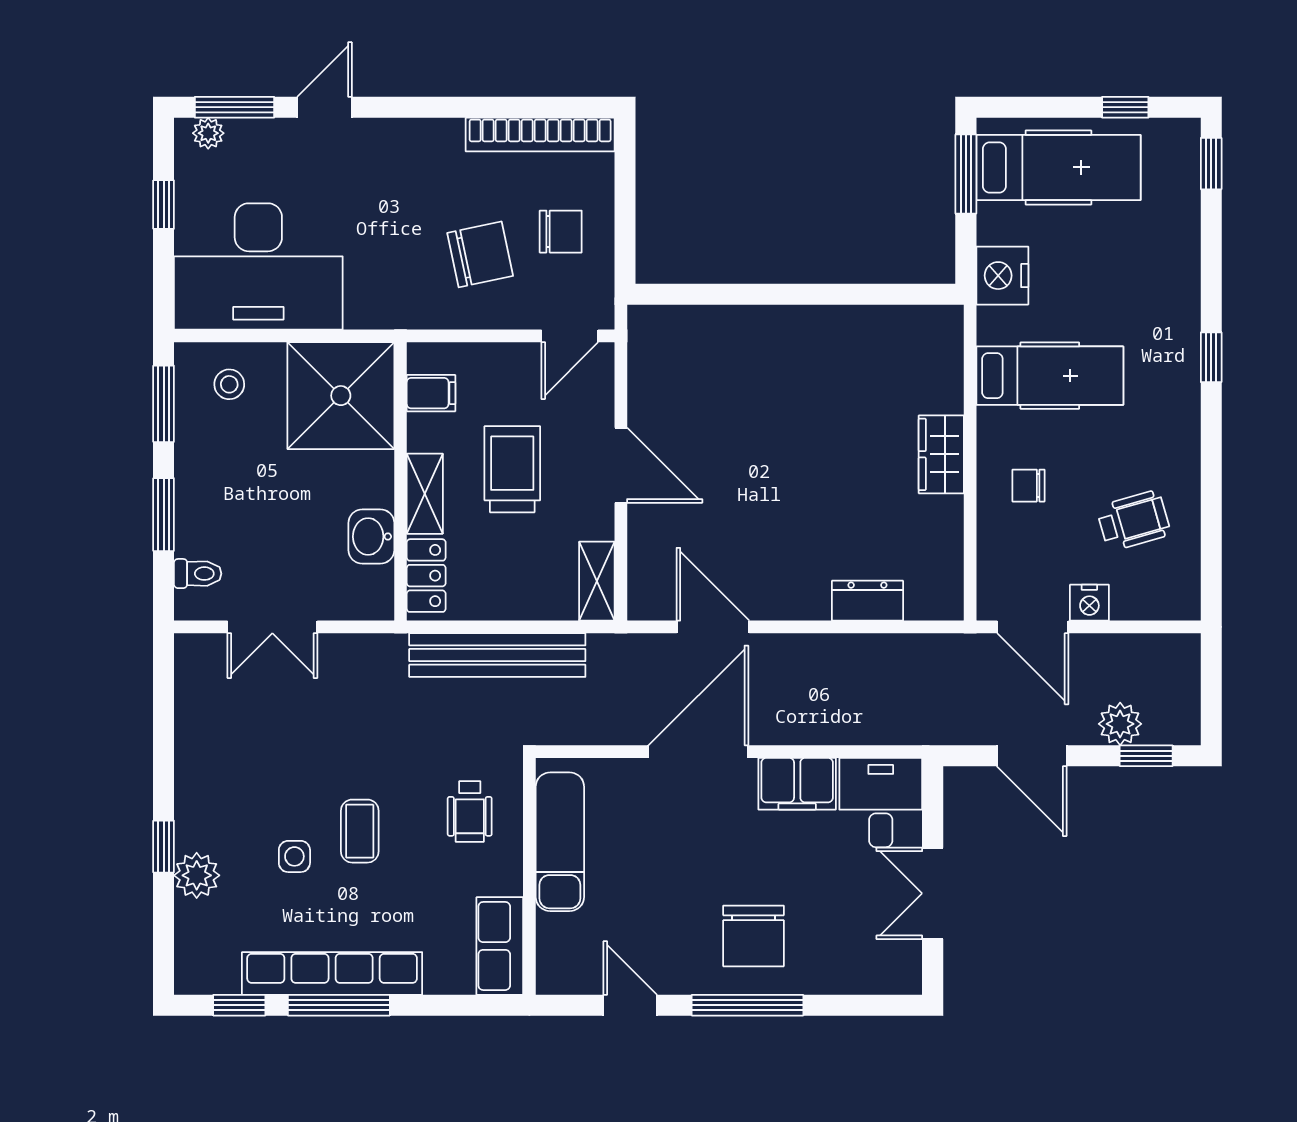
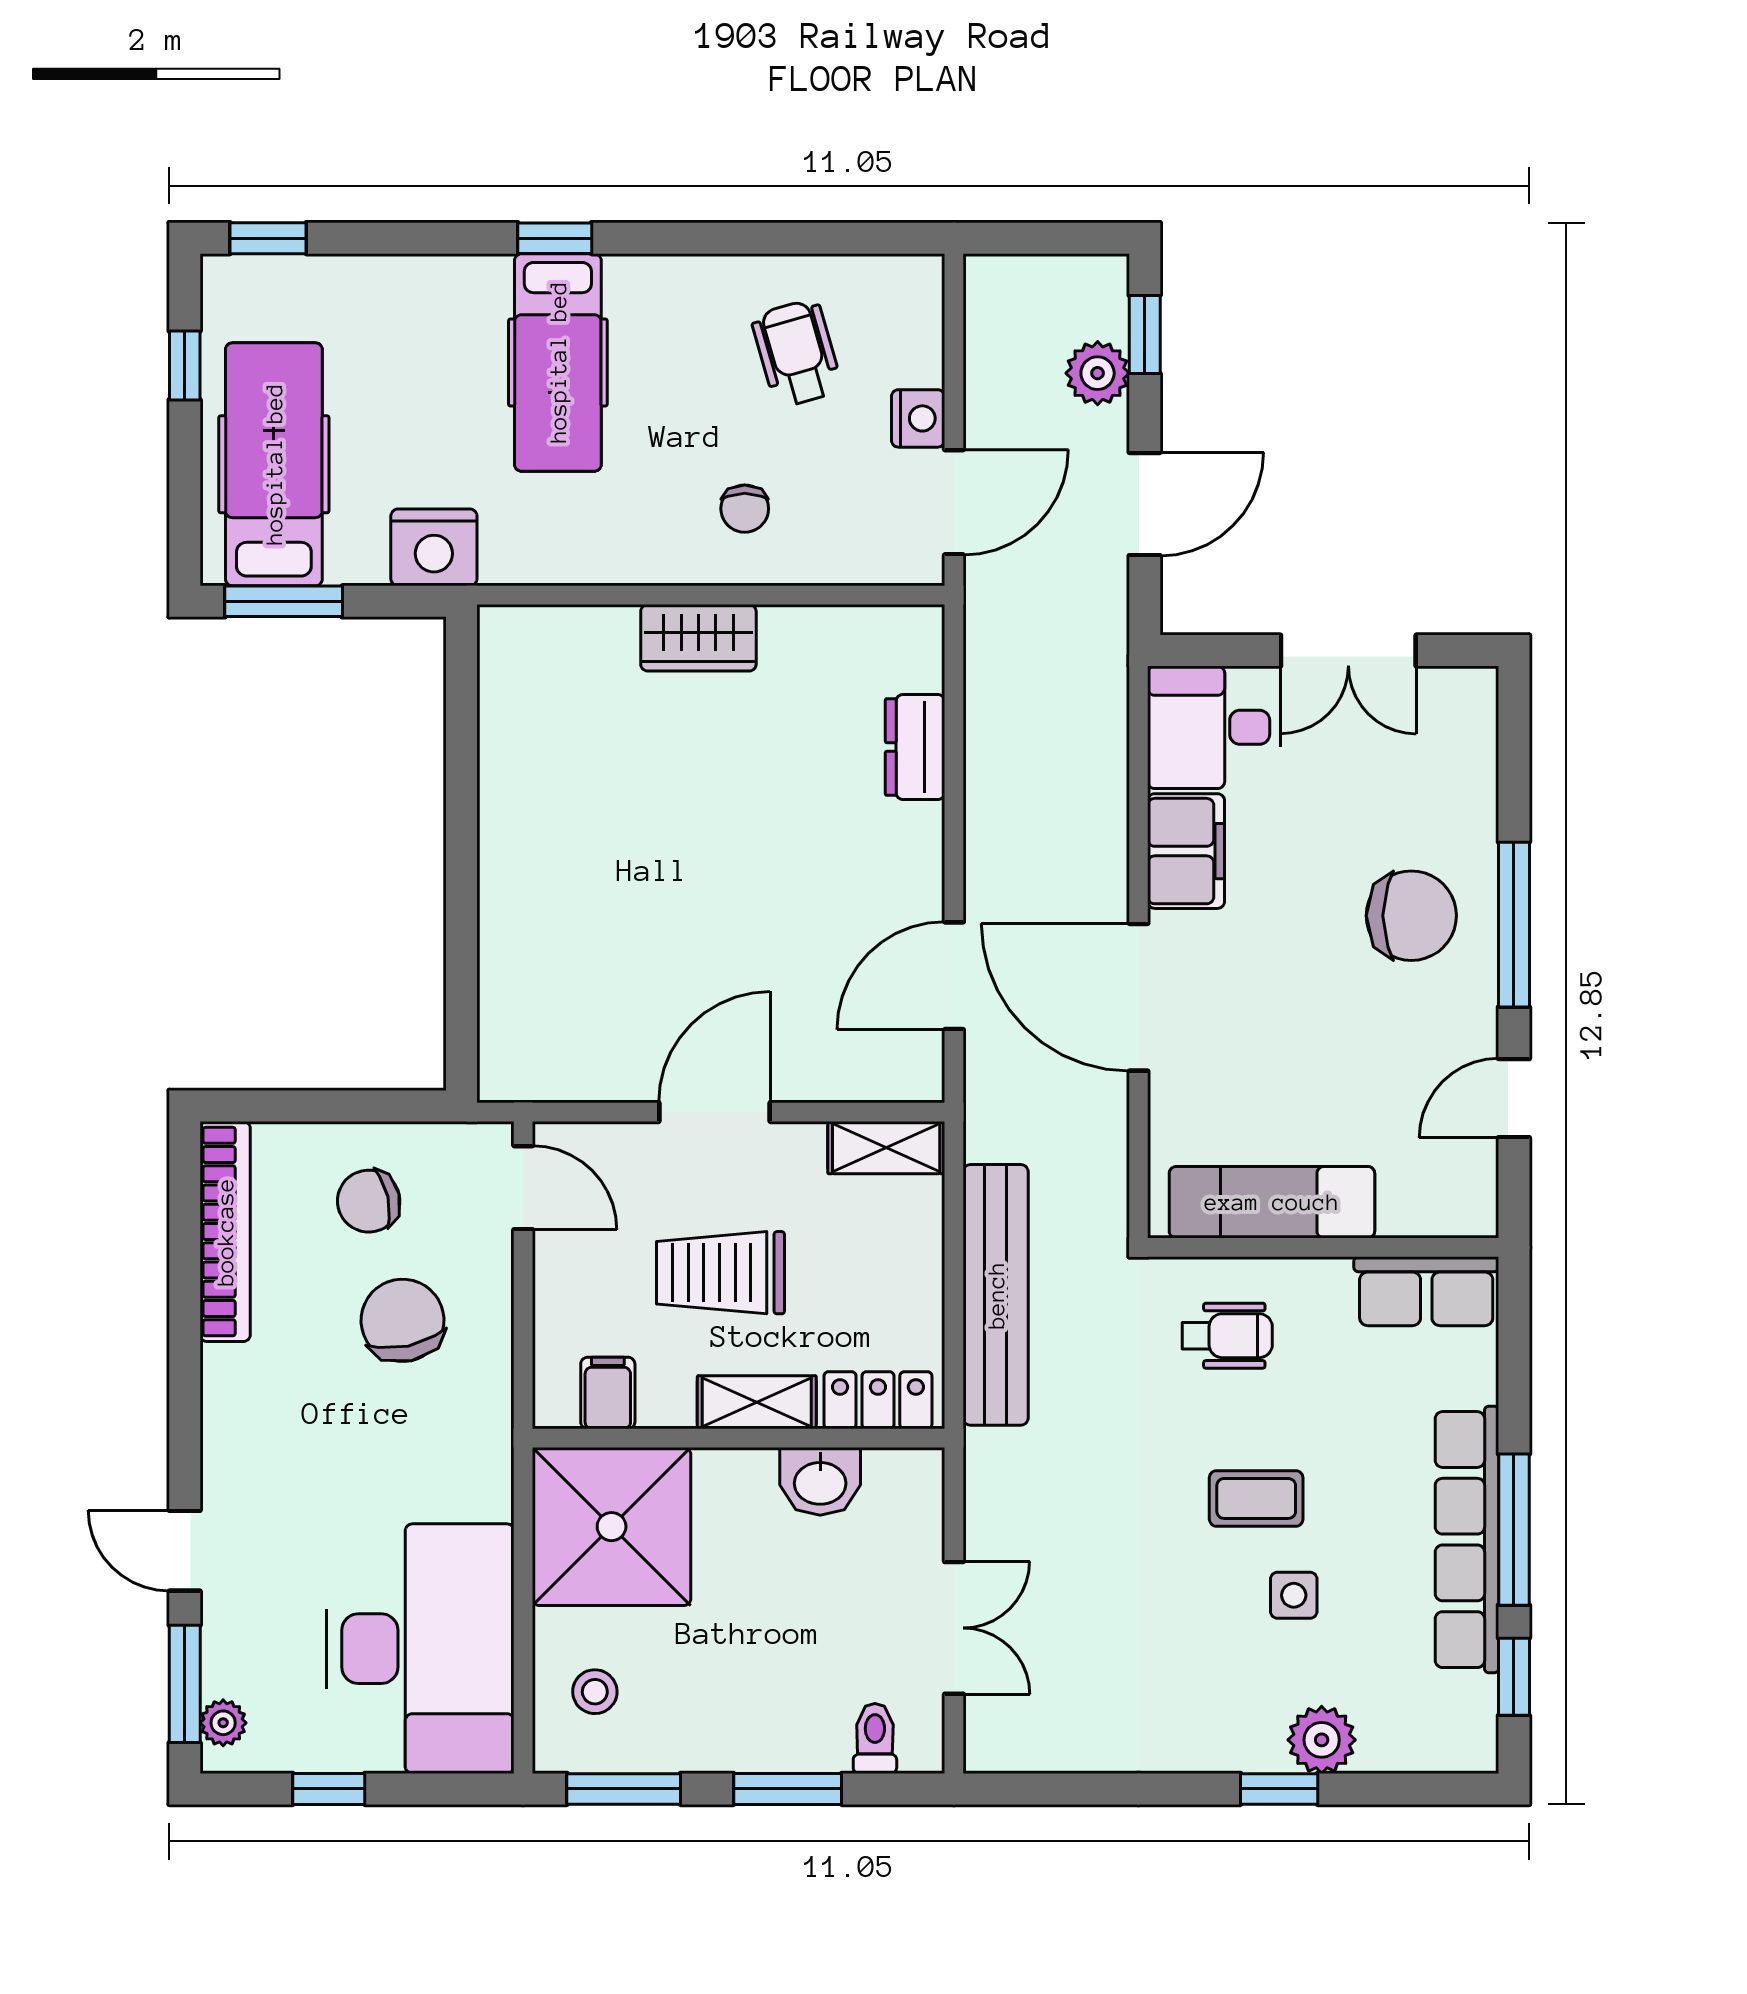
chair: (561, 232) -> (369, 1201), turned -103
hospital bed: (1050, 376) -> (558, 362), moved, turned 180

